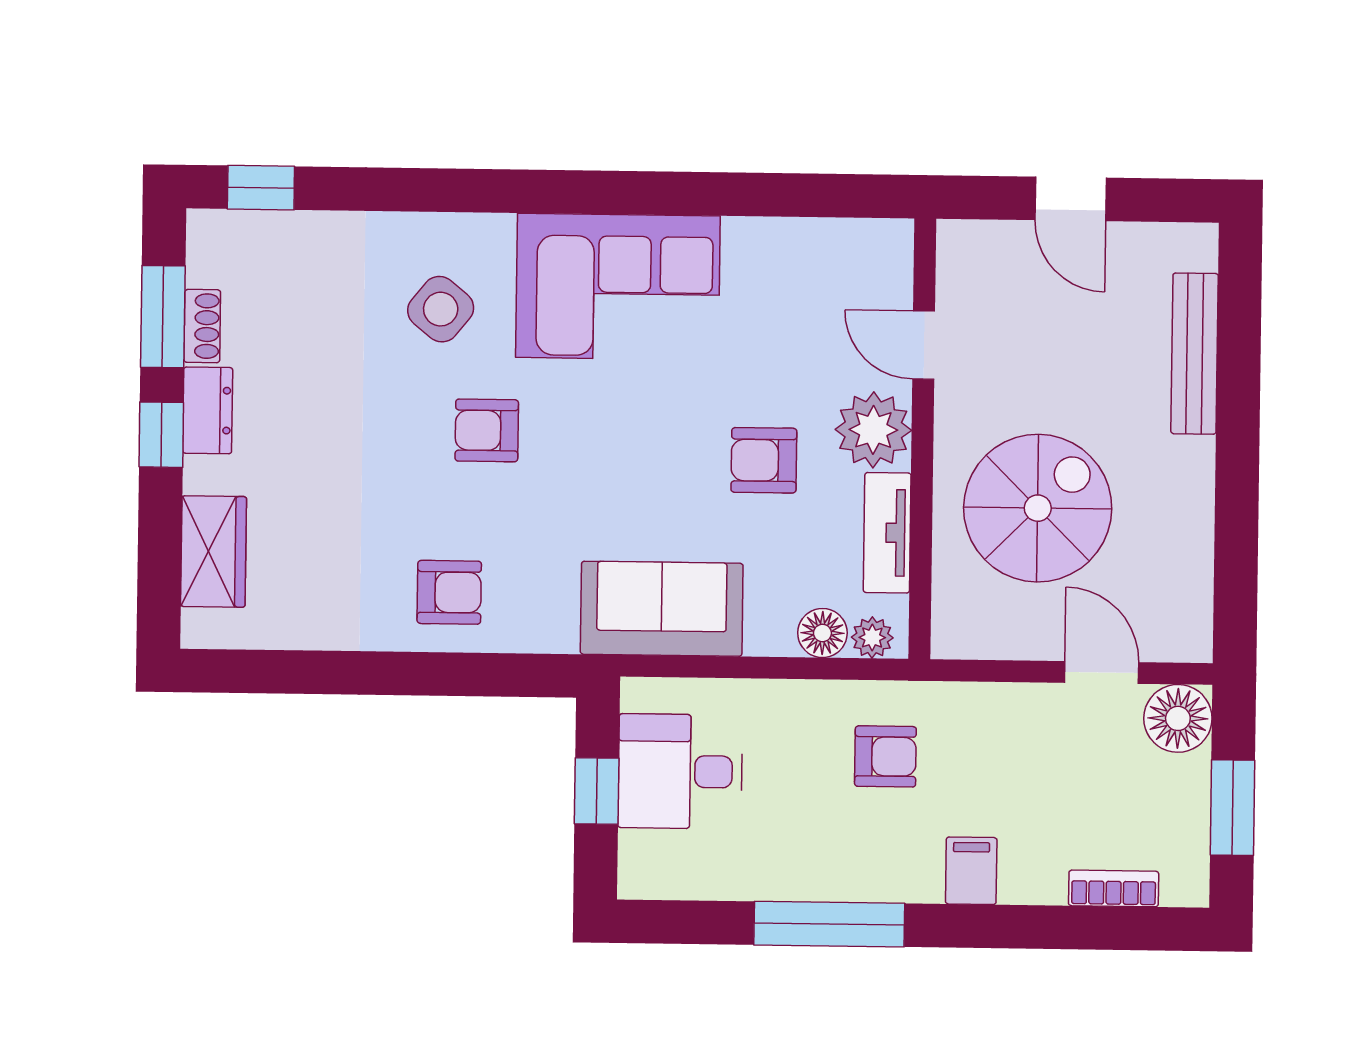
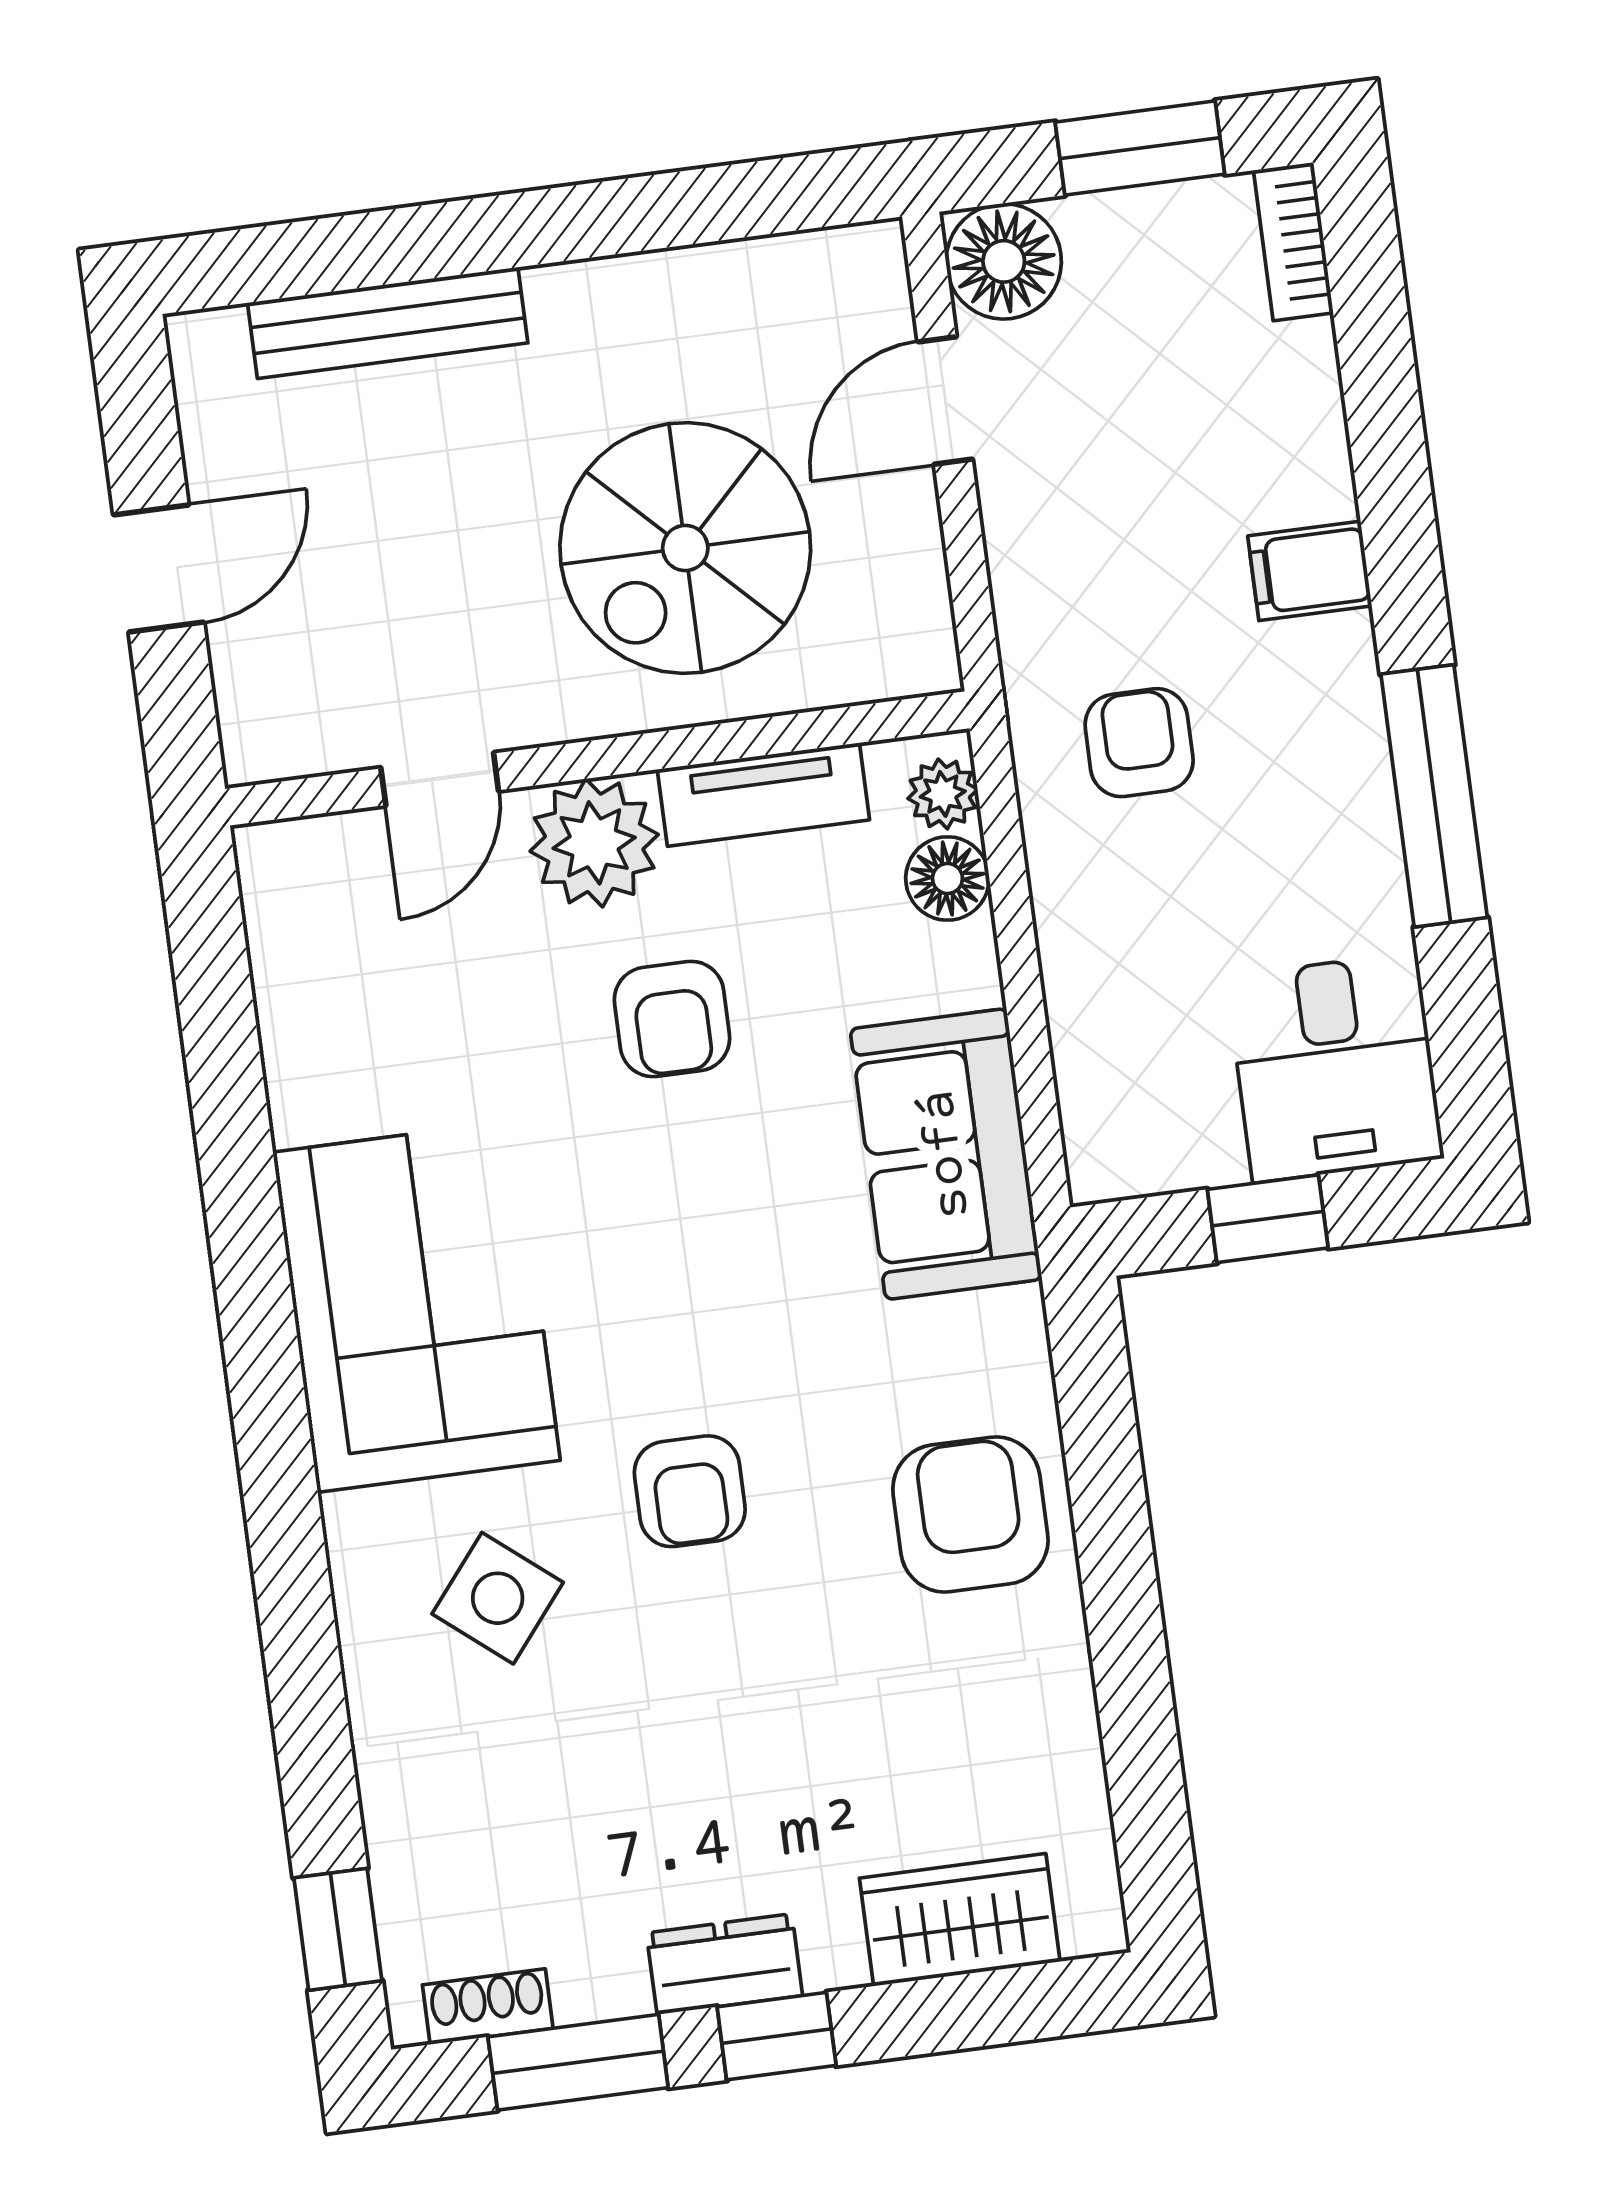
shoe rack: (202, 326) -> (488, 2007), moved
spiral stairs: (1038, 508) -> (685, 548), turned -90
armchair: (449, 592) -> (970, 1514), width x1.38, depth x1.38
desk: (680, 771) -> (1335, 1067), moved
bookcase: (1114, 888) -> (1293, 242), moved

